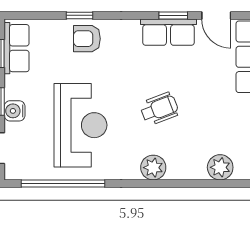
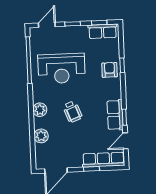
water cooler: (15, 111) -> (68, 32), removed
plant: (220, 167) -> (41, 136), moved

